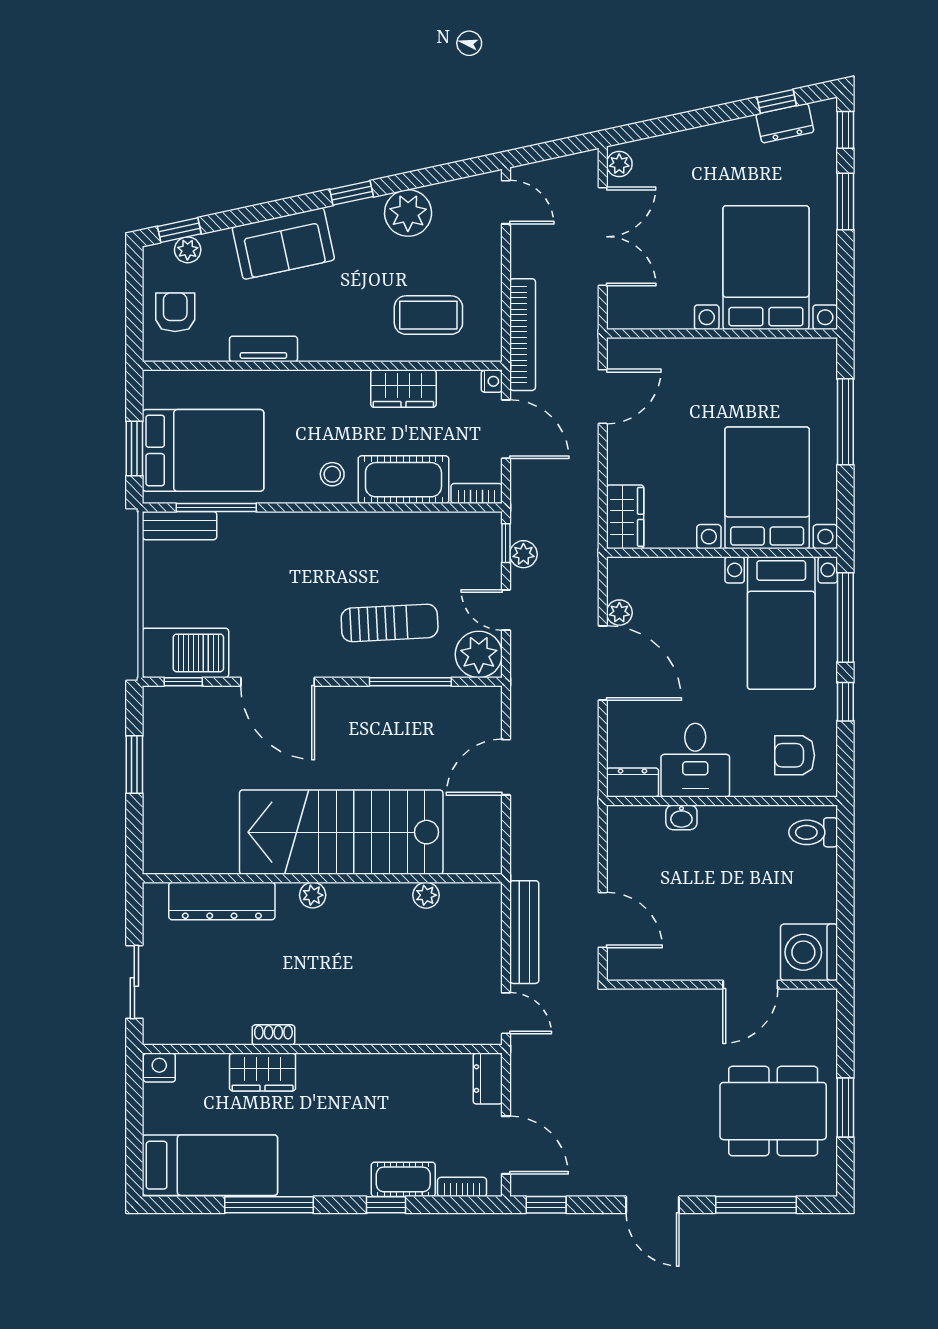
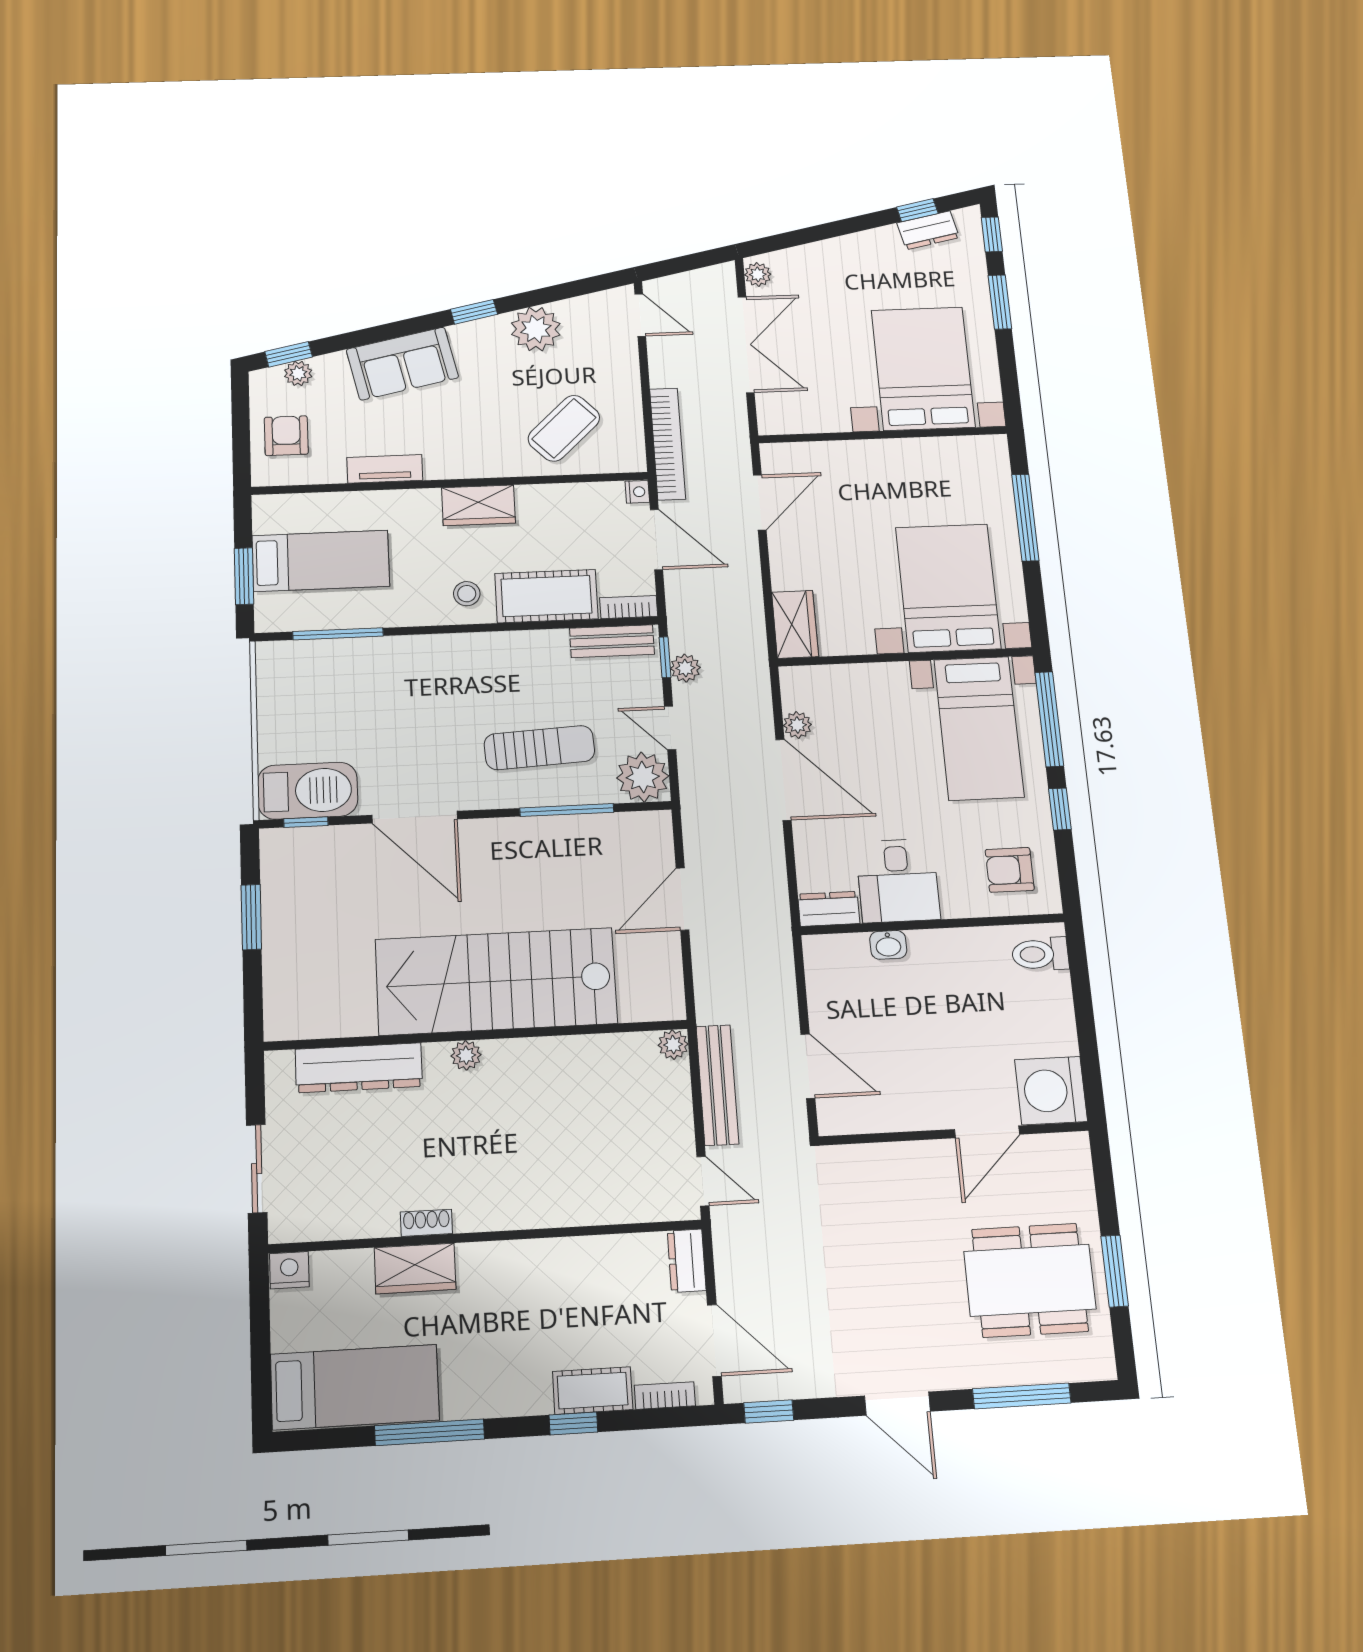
coffee table: (428, 315) -> (564, 428), turned -44
wardrobe: (403, 389) -> (478, 505), moved
bed: (203, 450) -> (321, 561), width x0.67
bench: (180, 526) -> (612, 641), moved
plant: (426, 895) -> (673, 1045), moved

